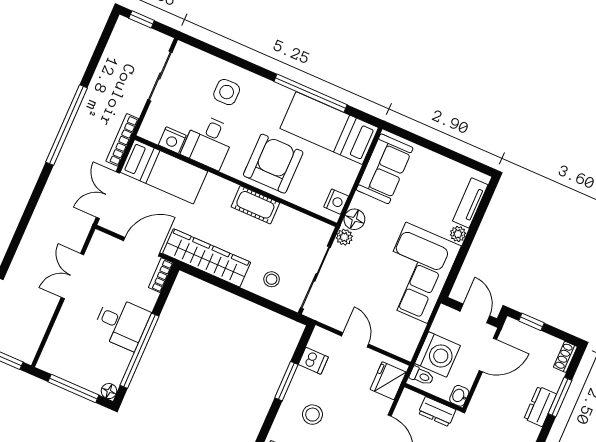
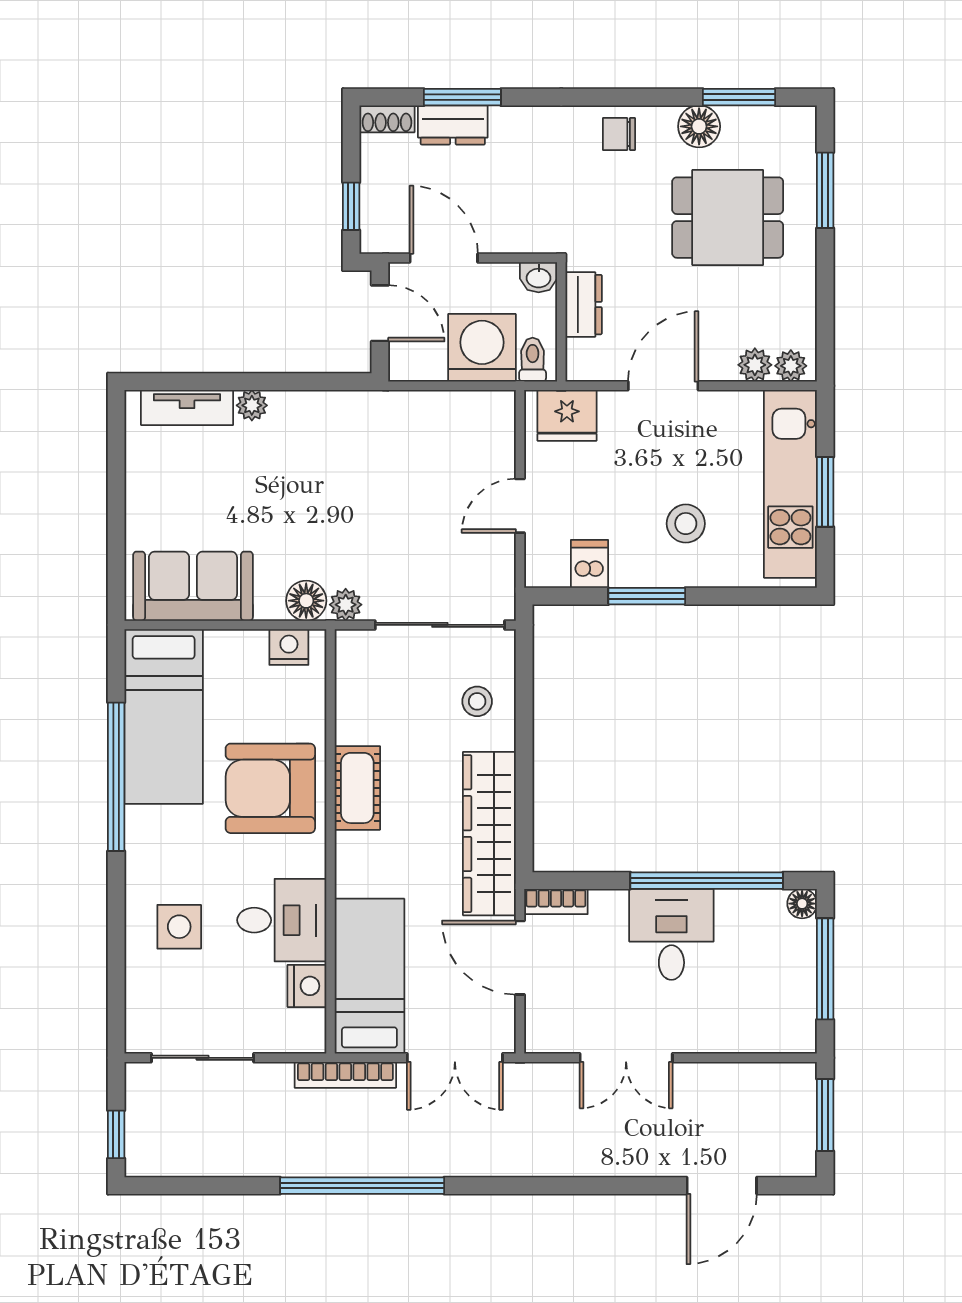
corner sofa: (417, 273) -> (353, 449), removed
door: (475, 313) -> (380, 313), swing flipped
dresser: (540, 406) -> (453, 125), moved

